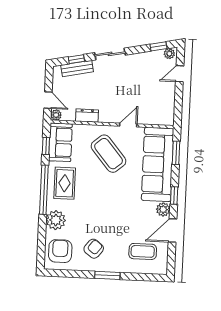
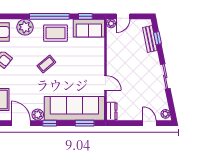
window: (158, 46) -> (171, 105), removed
sliding door: (110, 54) -> (165, 76), moved
dresser: (87, 116) -> (112, 111), moved
coffee table: (109, 154) -> (46, 64), moved, width x0.54, depth x0.58

